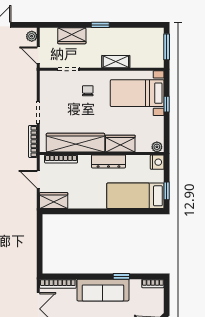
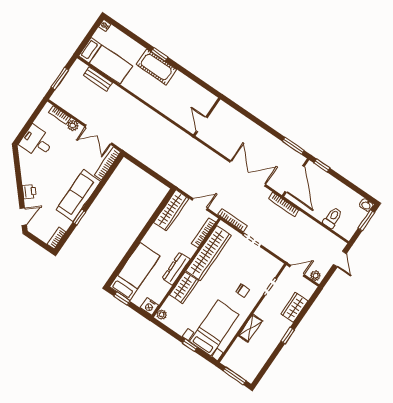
wardrobe: (54, 201) -> (171, 210), width x1.50

